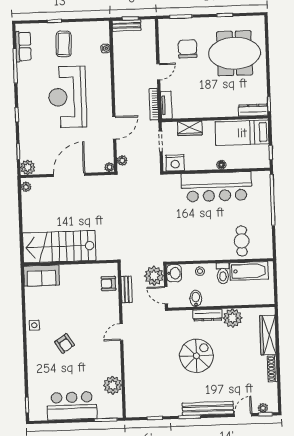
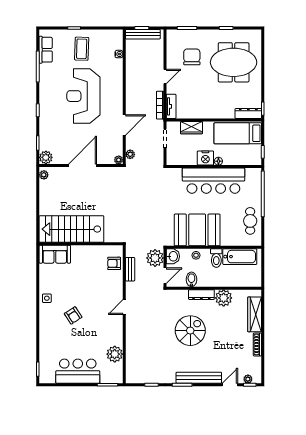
bench: (126, 25) -> (143, 34), width x1.36
nightstand: (175, 163) -> (205, 158), moved
cafe table: (242, 241) -> (250, 221), moved
booth: (200, 243) -> (197, 230), added
door: (166, 295) -> (165, 276), swing flipped

